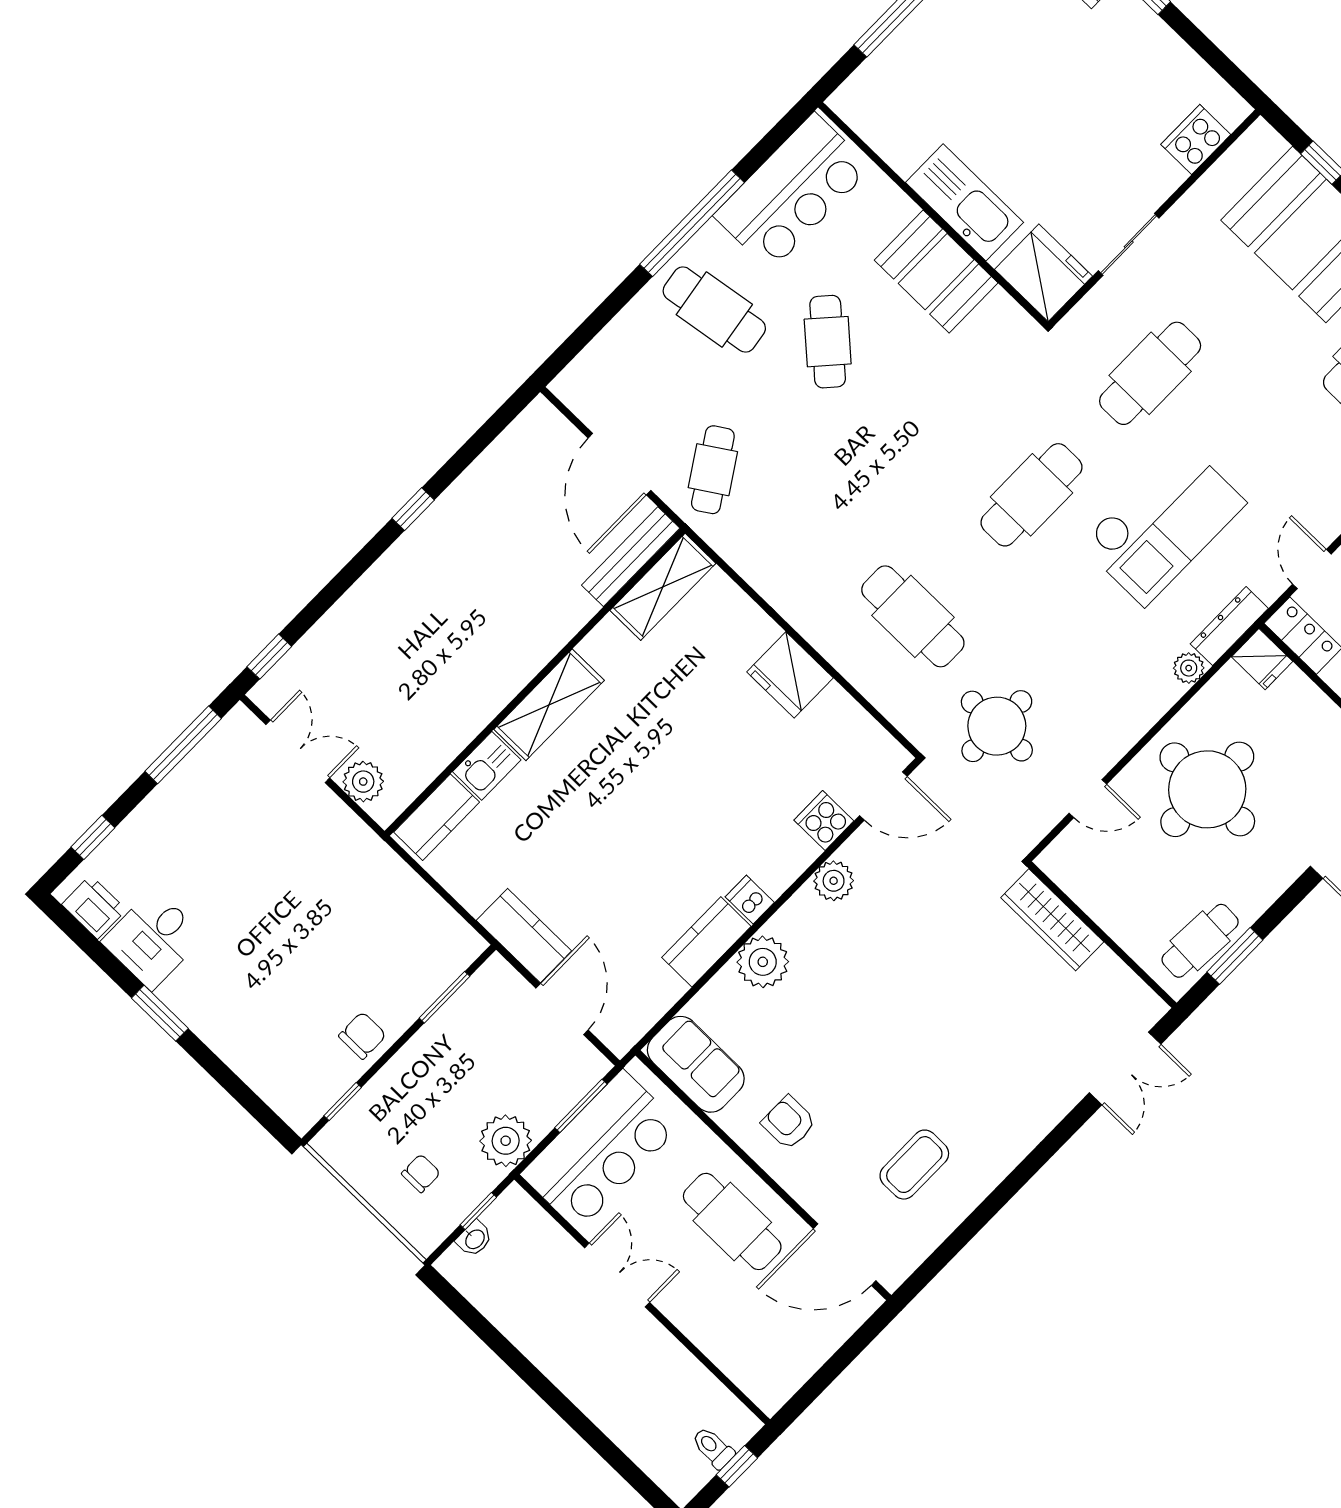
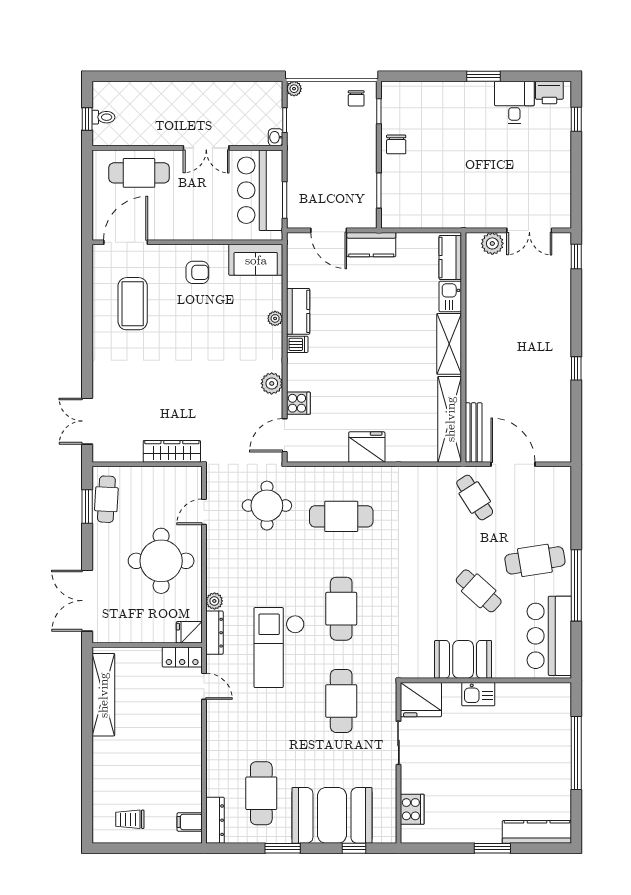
kitchen sink: (965, 202) -> (478, 694), width x0.53, depth x0.81
shelving: (663, 587) -> (450, 419), width x1.47
window: (183, 745) -> (576, 189), removed
plant: (763, 962) -> (275, 318), width x0.53, depth x0.53
plant: (506, 1141) -> (294, 89), moved, width x0.53, depth x0.53
coffee table: (914, 1165) -> (133, 304), width x1.36, depth x1.32
chair: (421, 1173) -> (356, 98), moved
cafe table: (732, 1221) -> (139, 173), moved
washbasin: (474, 1239) -> (276, 137), moved

